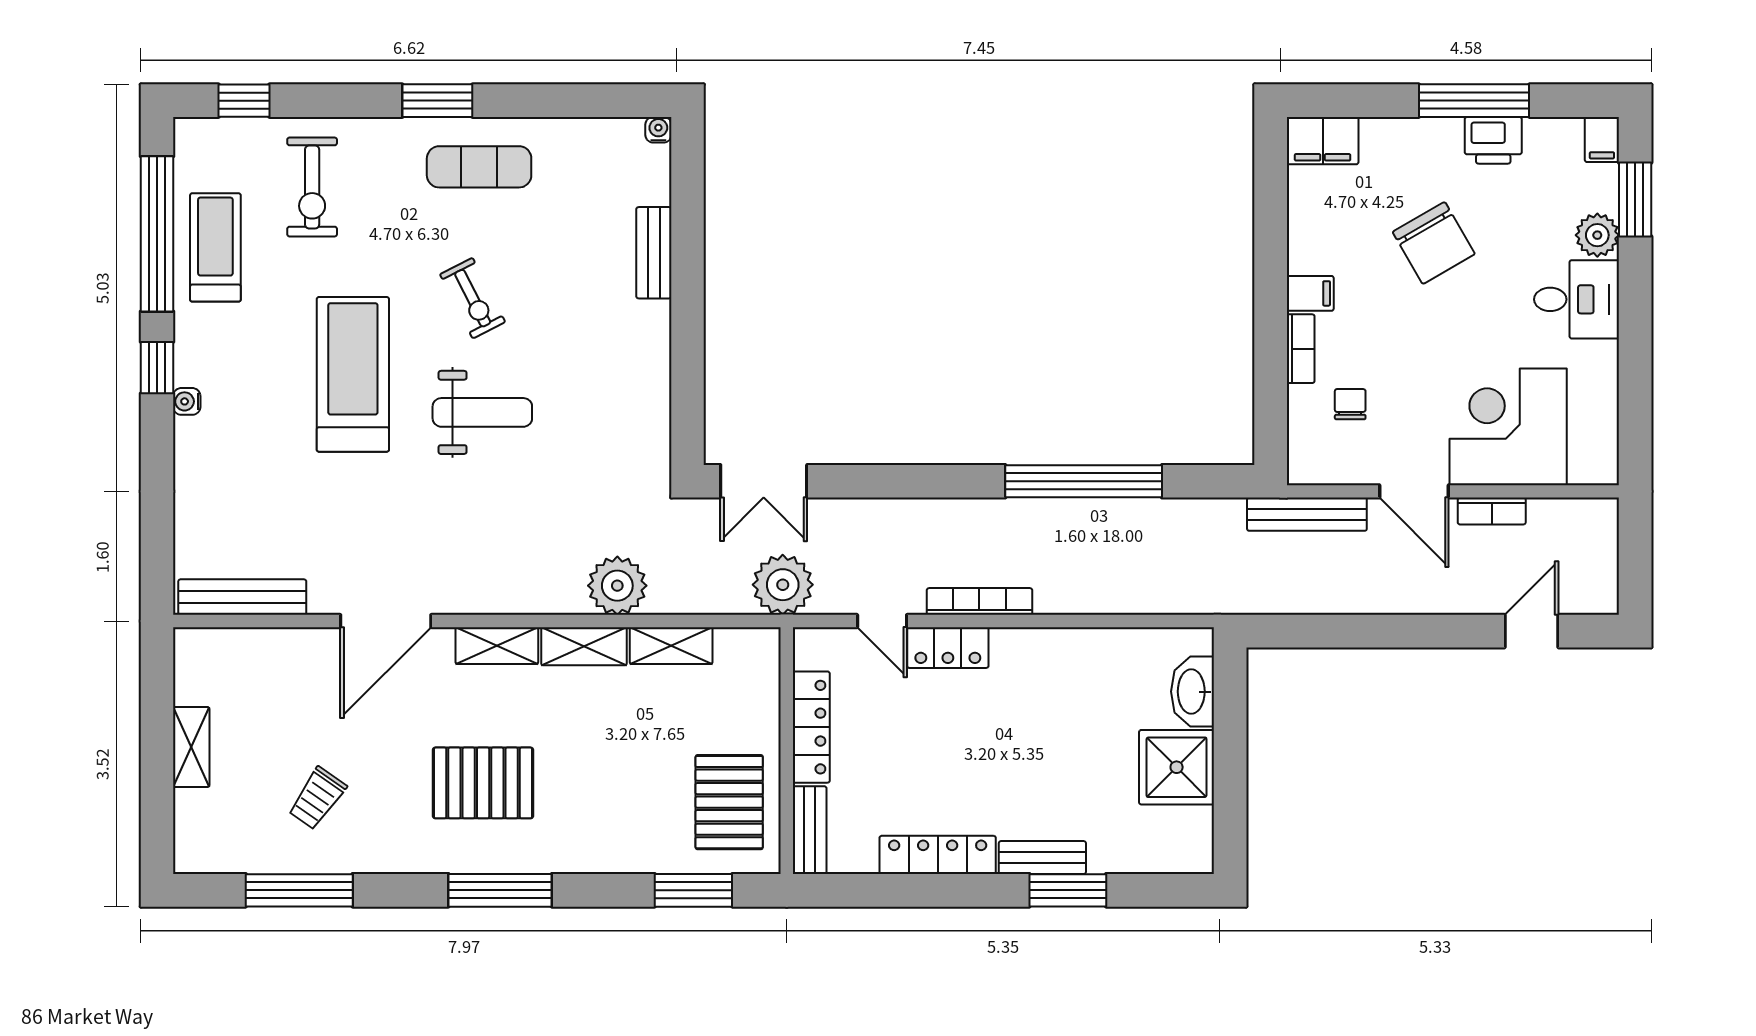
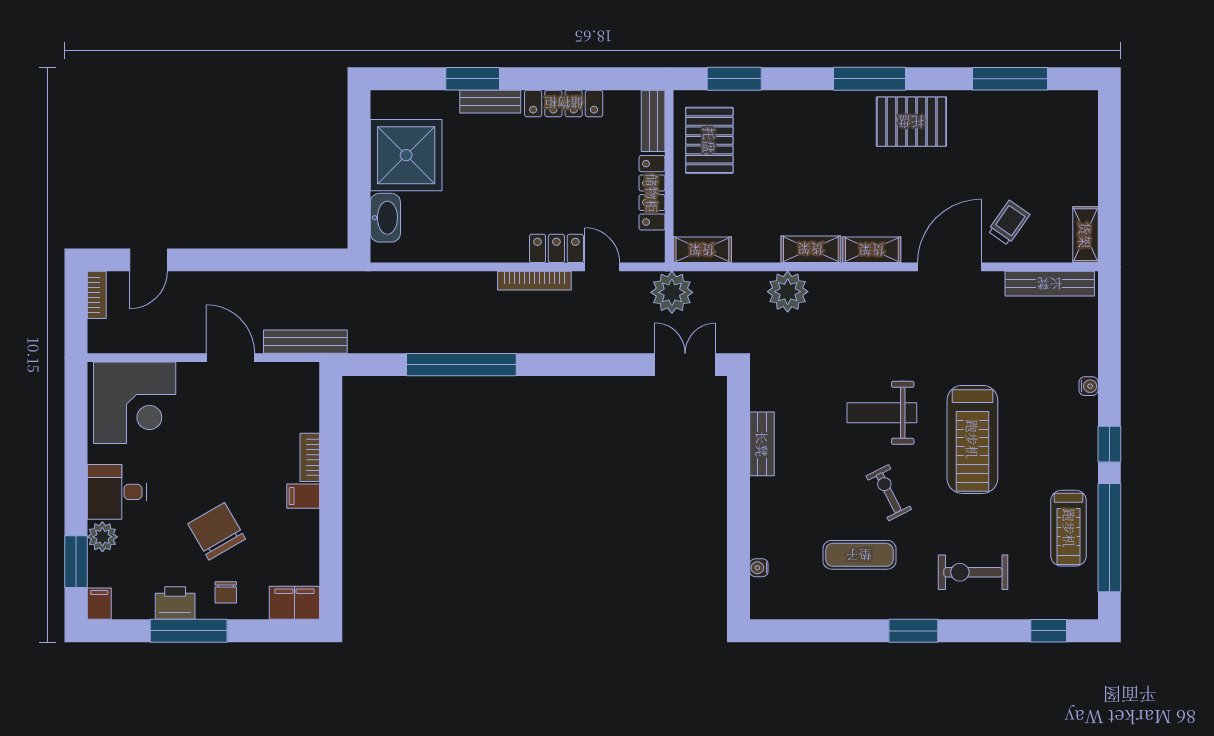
water cooler: (658, 130) -> (759, 568), moved, turned 90
exercise mat: (479, 167) -> (859, 555), moved
exercise bike: (312, 187) -> (973, 572), moved, turned -90
bench: (654, 253) -> (762, 444), moved
water cooler: (187, 401) -> (1089, 386), moved
chair: (1350, 404) -> (226, 592), moved
corner desk: (1508, 427) -> (135, 403), moved
bookcase: (1492, 511) -> (97, 295), moved, turned 90
shelving: (671, 646) -> (702, 250), moved
shelving: (191, 747) -> (1085, 235), moved
shower: (1177, 767) -> (406, 155), width x1.37, depth x1.37
pallet: (483, 783) -> (911, 122), moved
trolley: (317, 798) -> (1009, 223), moved

